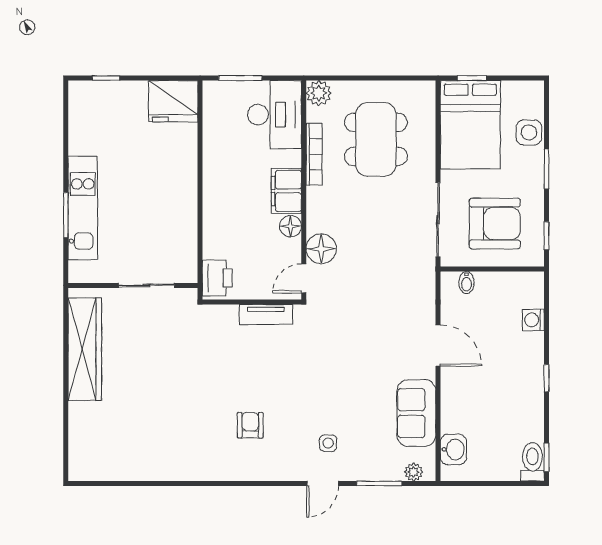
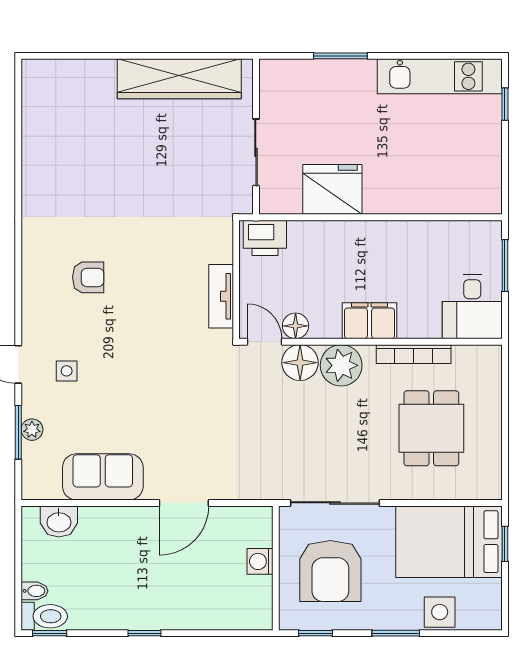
plant: (319, 93) -> (341, 365), moved, width x1.36, depth x1.36
fridge: (173, 101) -> (332, 189), moved, turned 90
desk: (275, 115) -> (472, 307), width x0.73
dining table: (376, 139) -> (431, 428), width x0.73
kitchen unit: (83, 208) -> (440, 76), moved
floor lamp: (291, 226) -> (296, 326), moved
bidet: (467, 282) -> (34, 591), moved, turned 180
washing machine: (533, 320) -> (260, 561), moved, turned -90
plant: (414, 472) -> (32, 430), moved

